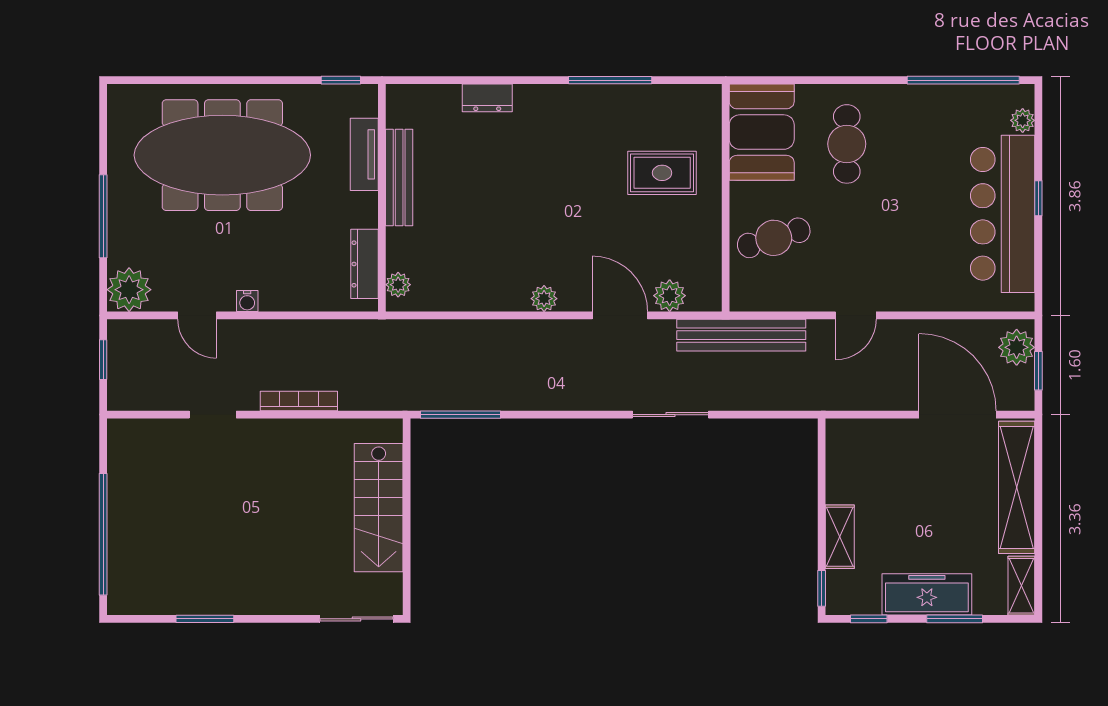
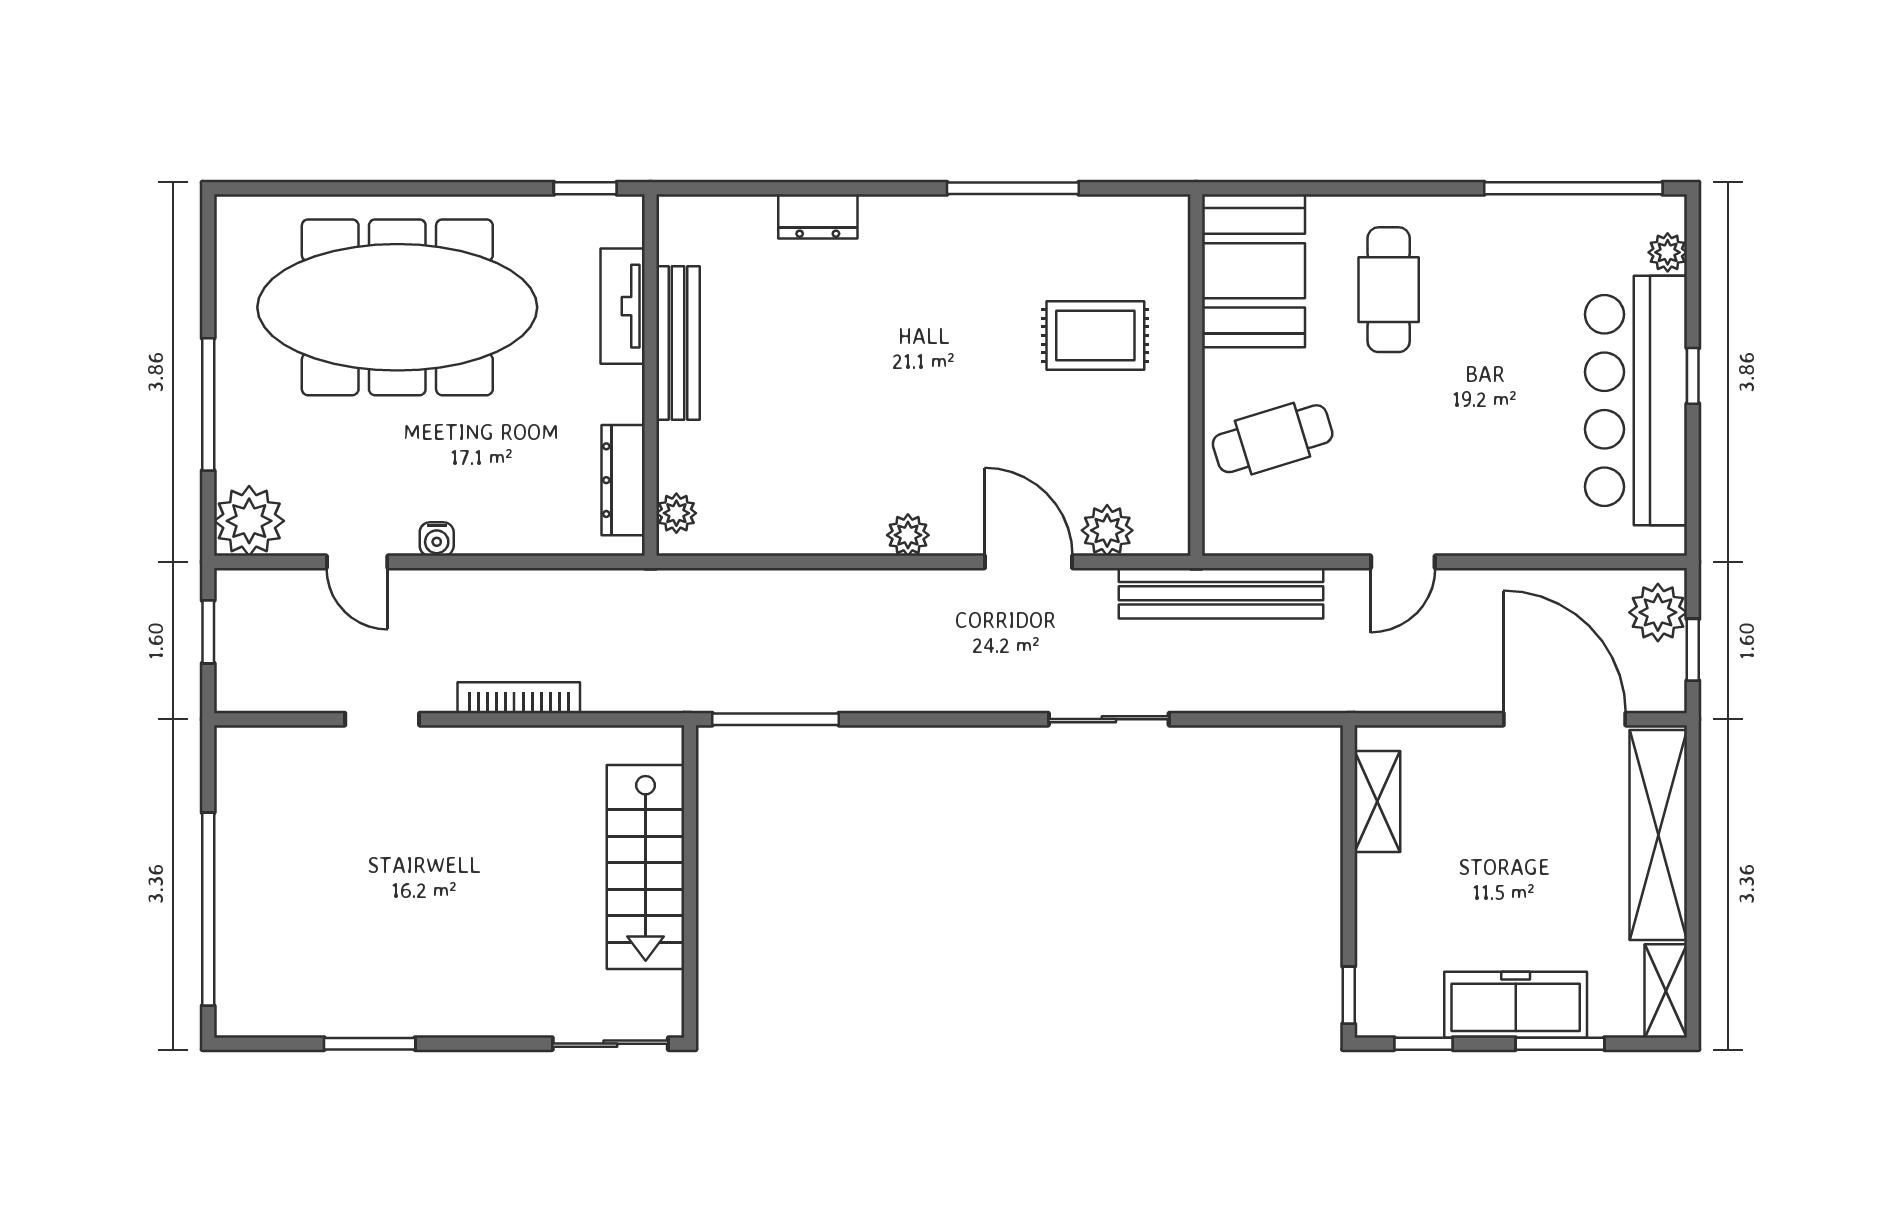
shelving: (840, 537) -> (1377, 801), moved

